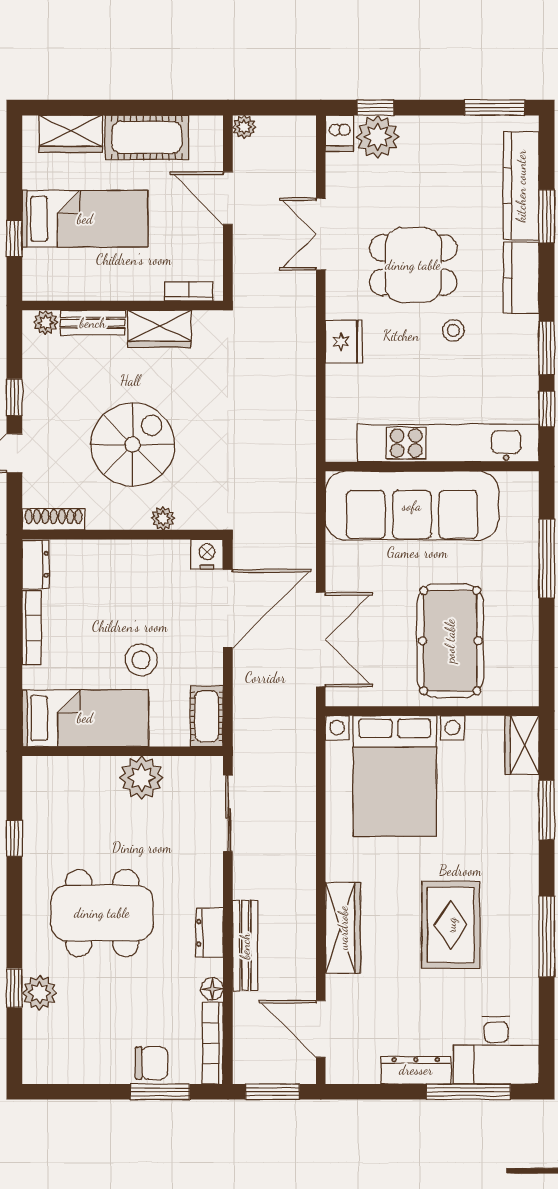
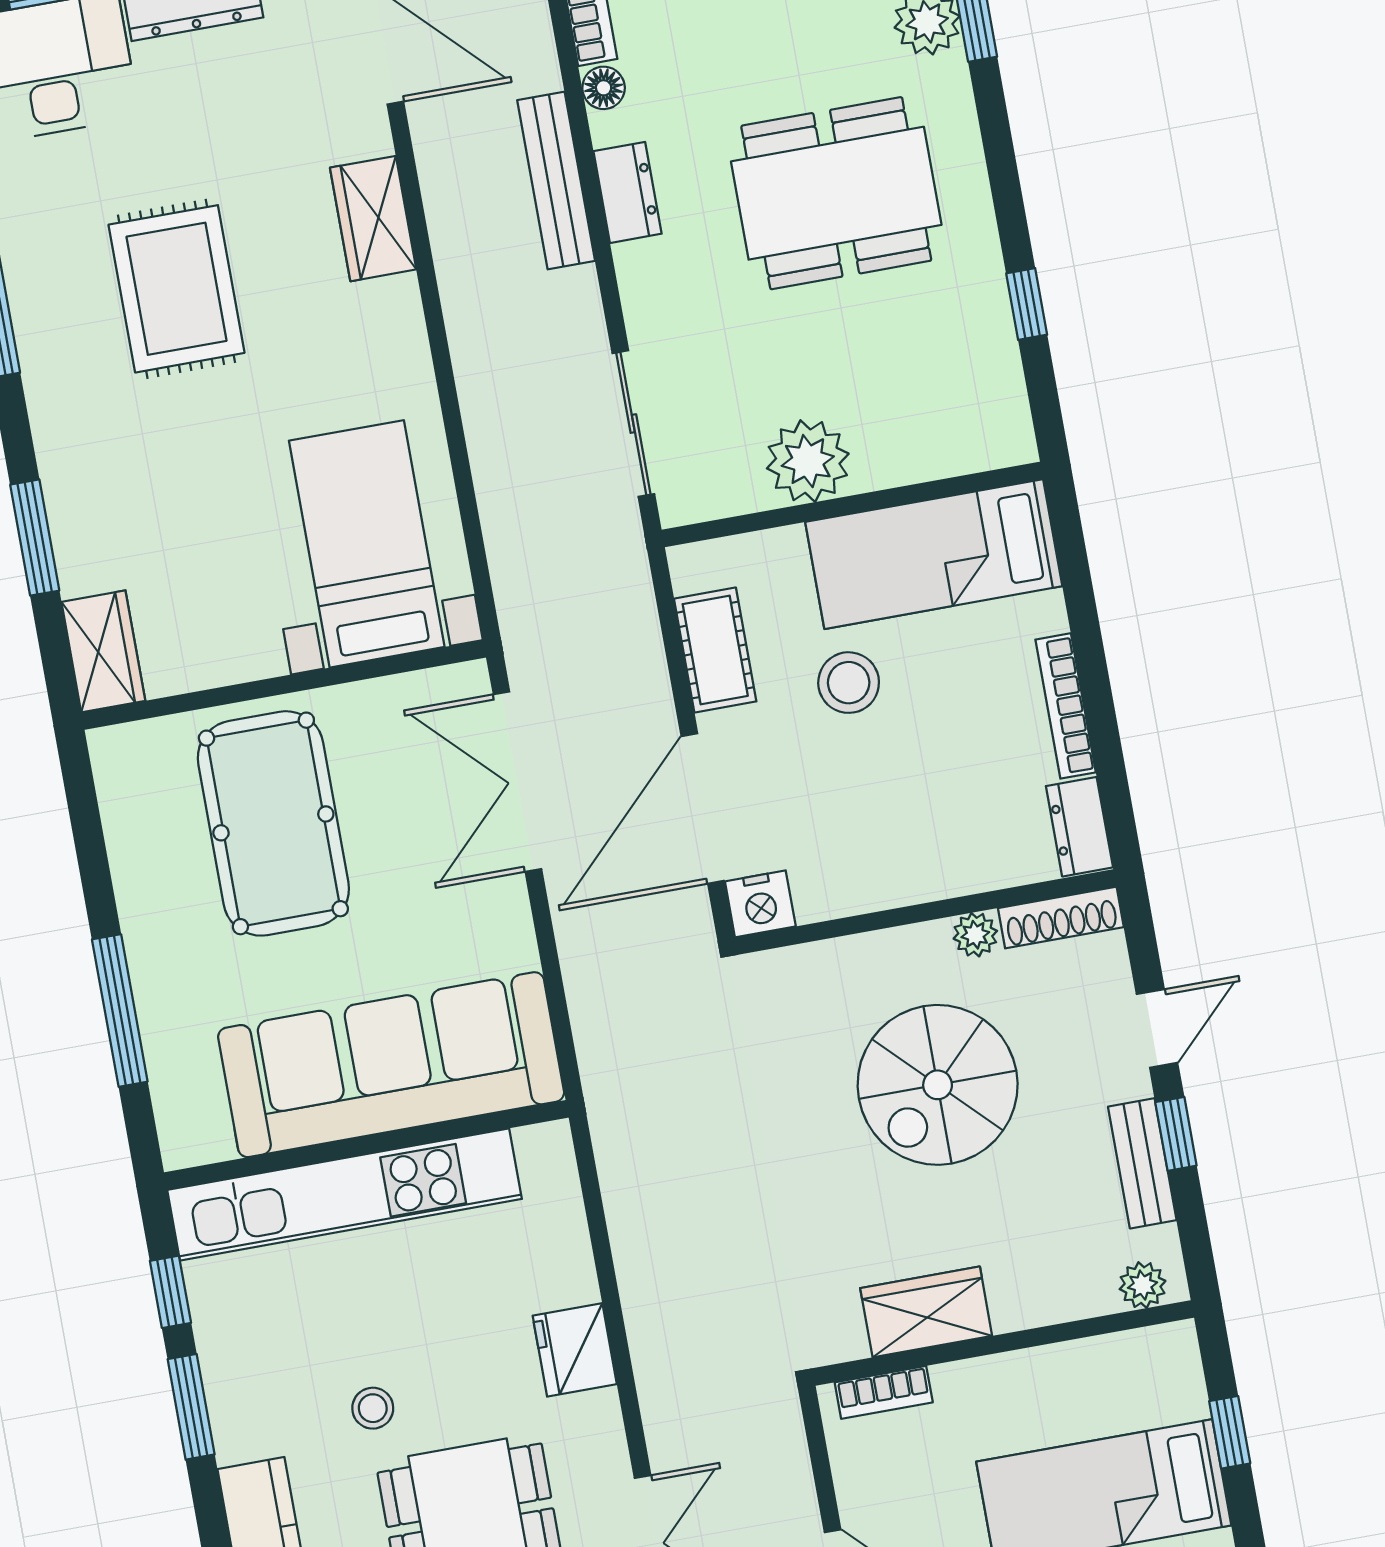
bench: (93, 323) -> (1142, 1163), moved, turned 90
plant: (163, 518) -> (975, 935), moved
cot: (207, 716) -> (715, 650), moved
bed with nightstands: (395, 776) -> (367, 544), width x0.73
wardrobe: (343, 928) -> (373, 219), width x0.67

